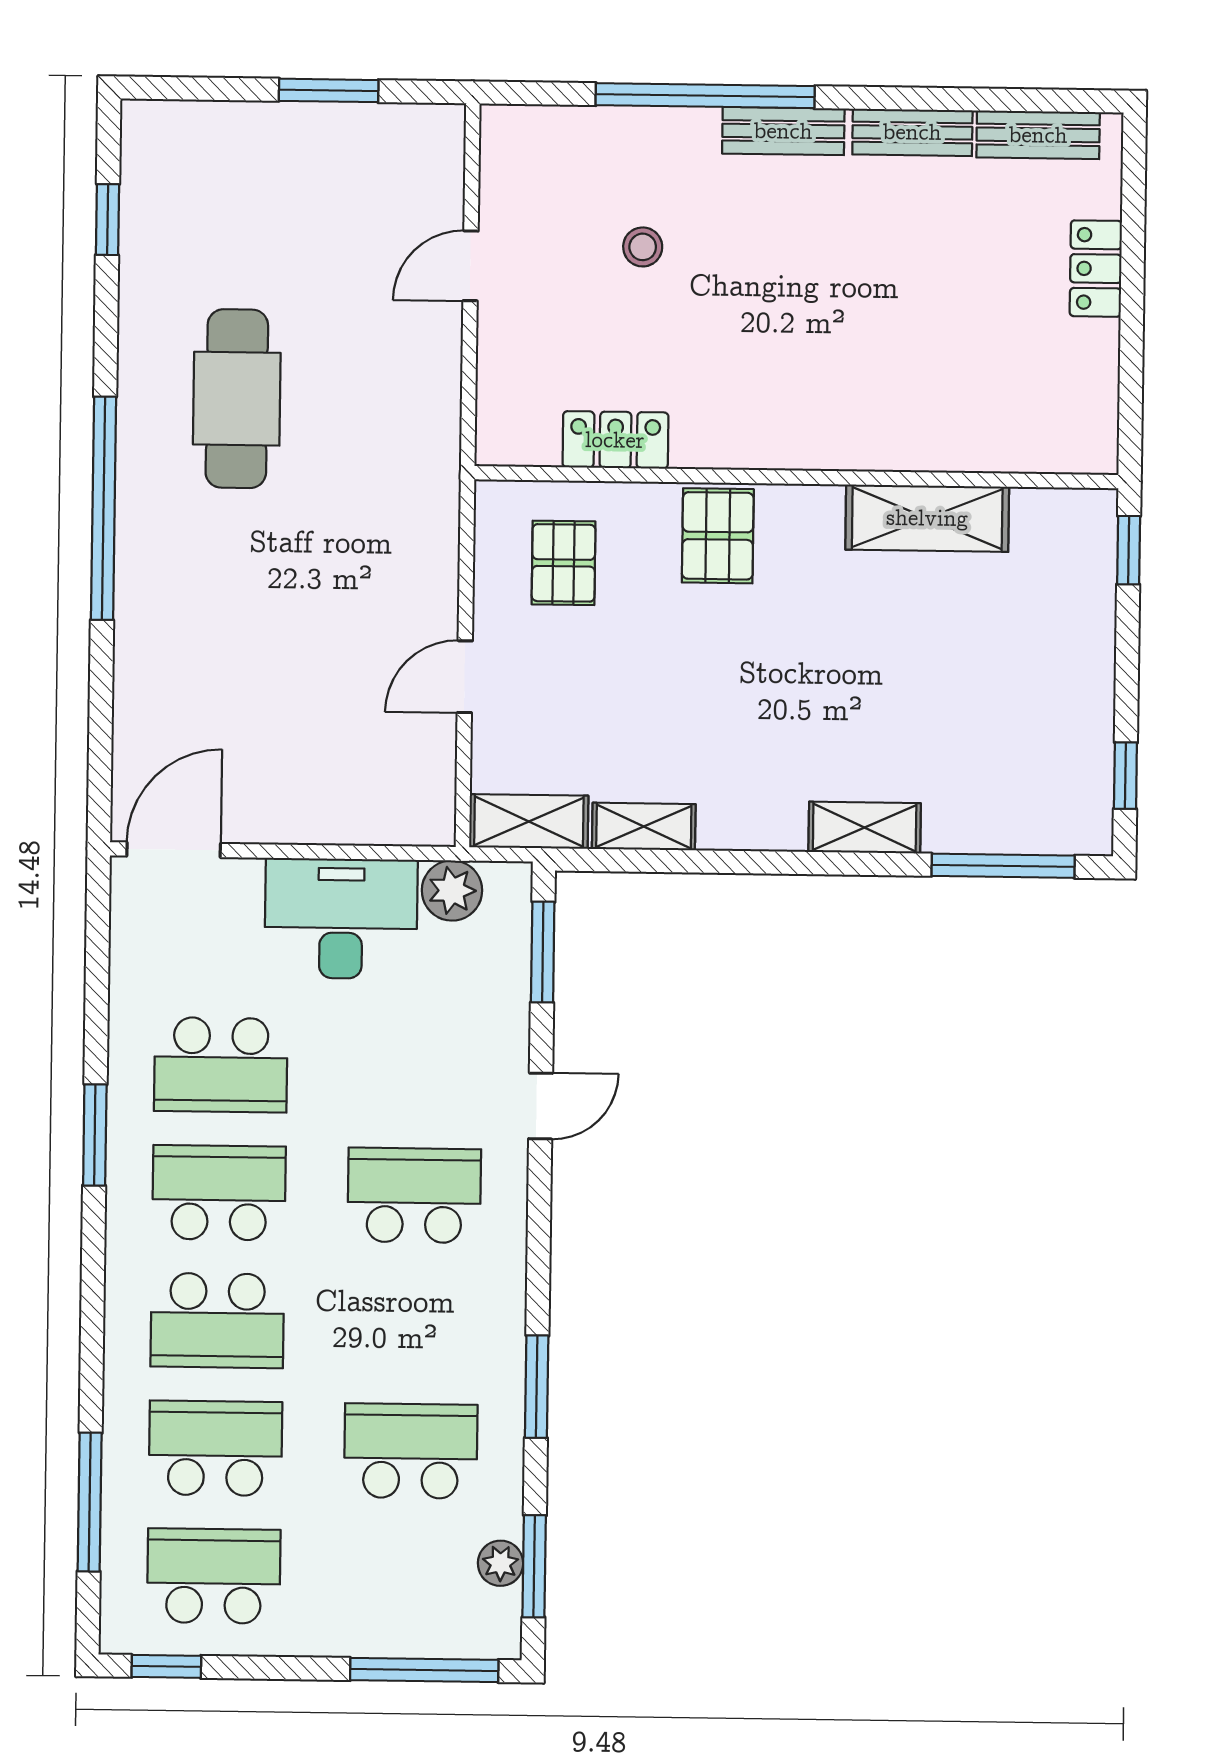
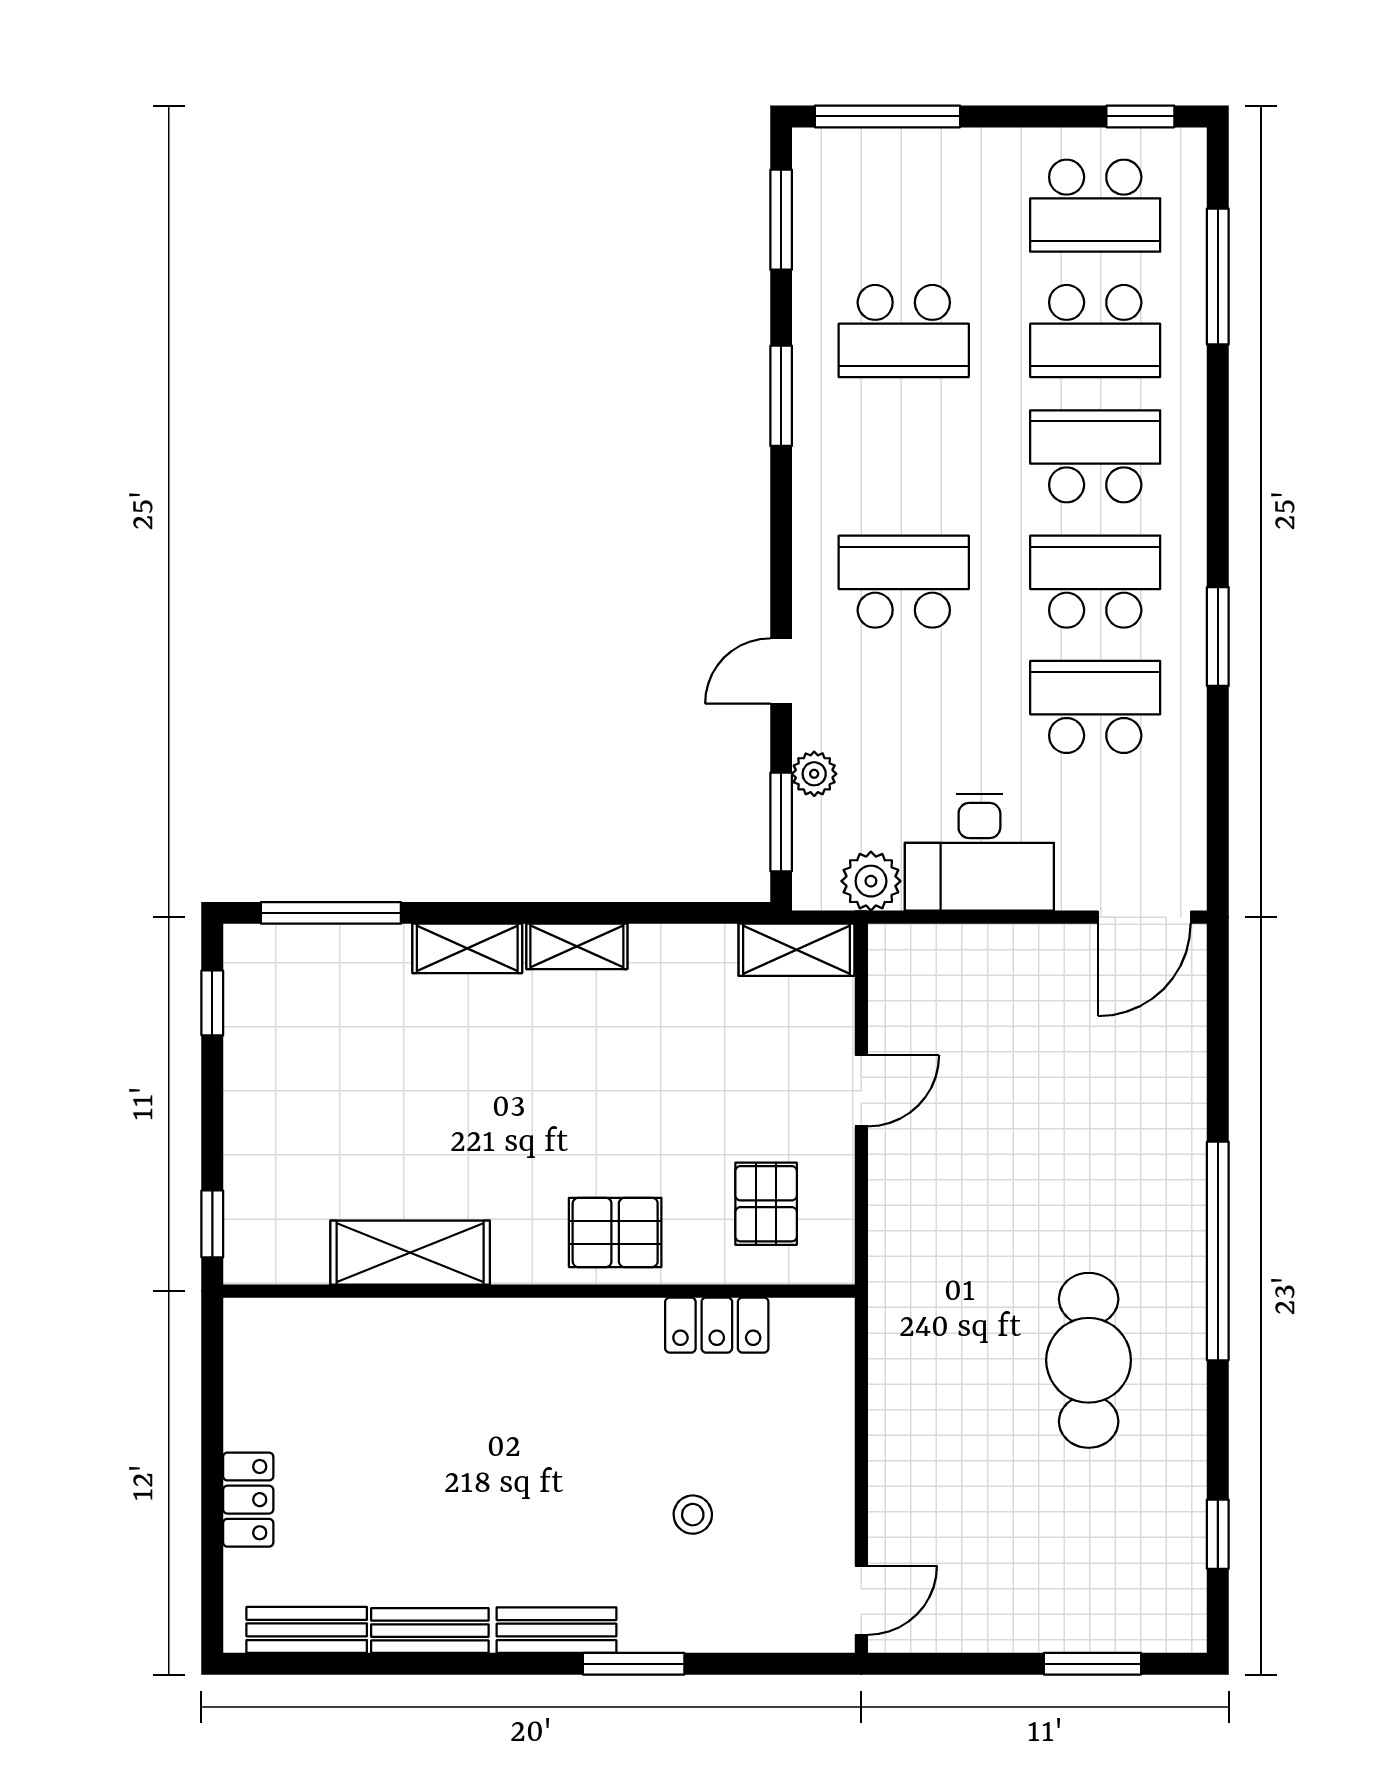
window: (329, 90) -> (1093, 1664), moved
window: (705, 96) -> (634, 1664), width x0.47
door: (471, 266) -> (861, 1600), moved
pallet: (718, 536) -> (615, 1232), turned 90
shelving: (644, 827) -> (577, 946), moved
school desk: (219, 1193) -> (1095, 582), turned 180
school desk: (414, 1195) -> (904, 582), turned 180
plant: (500, 1563) -> (814, 774), moved

